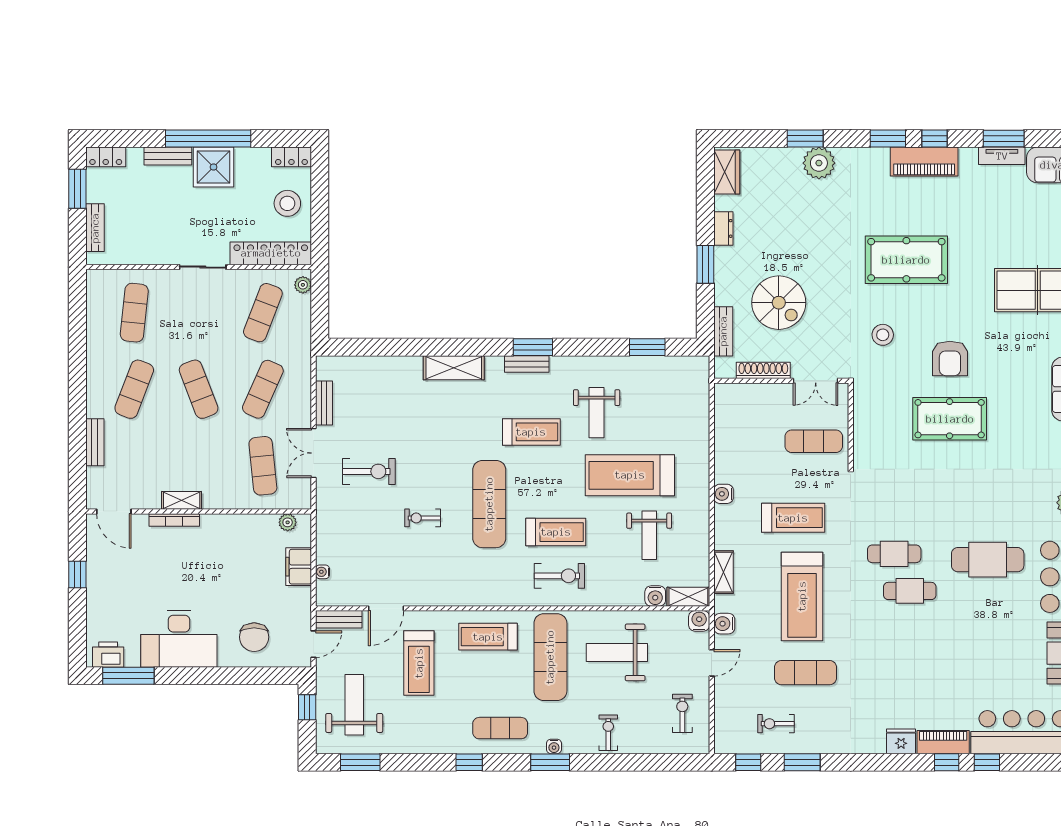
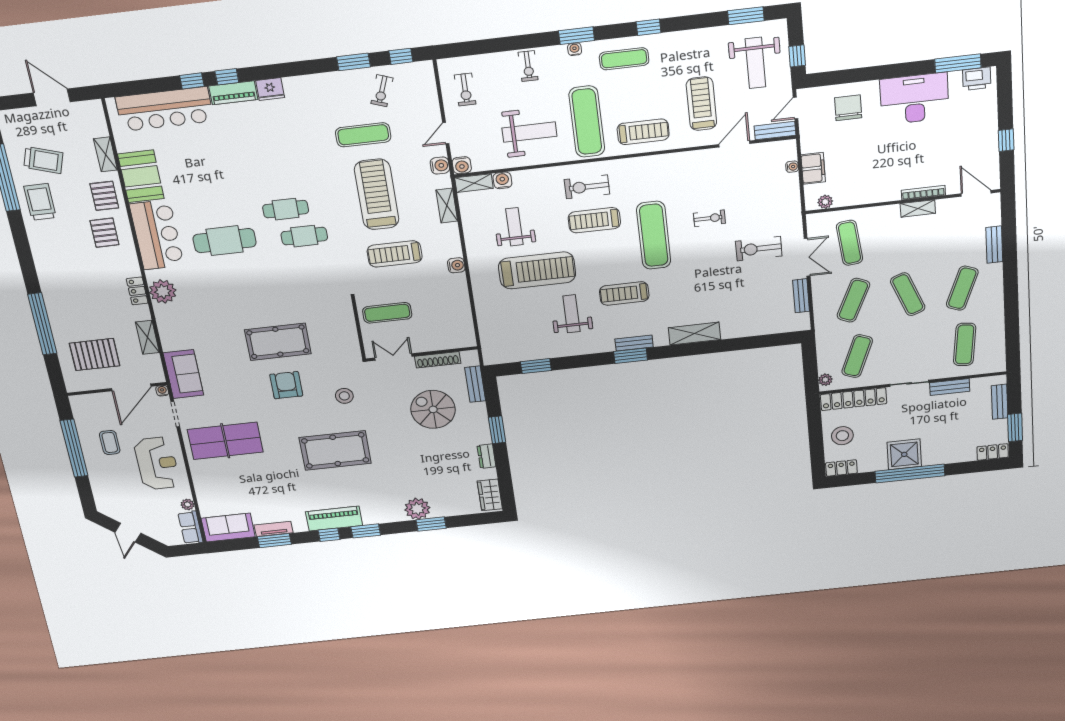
bench: (168, 156) -> (950, 387), moved
exercise bike: (776, 724) -> (382, 91), turned 110

